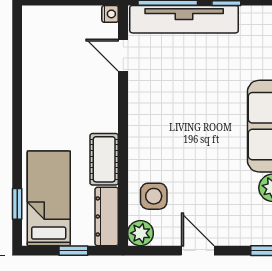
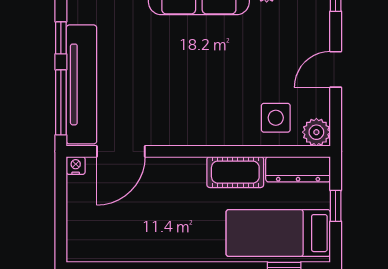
door: (123, 55) -> (121, 151), width x1.38

